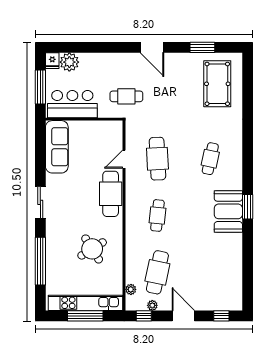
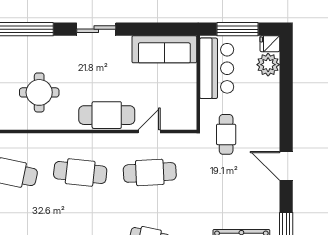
door: (152, 47) -> (286, 166), hinge flipped
door: (124, 159) -> (149, 132), hinge flipped
cafe table: (157, 215) -> (80, 172), width x1.37, depth x1.35
round table: (92, 249) -> (39, 92), turned 32

